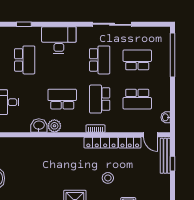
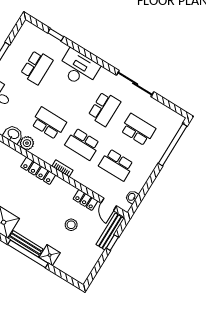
school desk: (100, 99) -> (83, 144), turned -90
locker: (101, 143) -> (38, 171), moved
stool: (108, 178) -> (71, 225), moved

